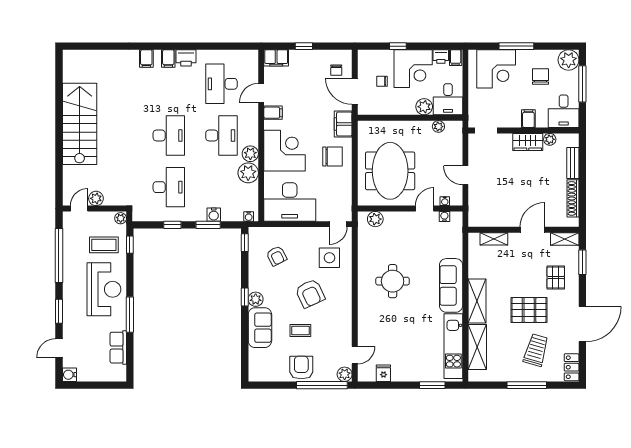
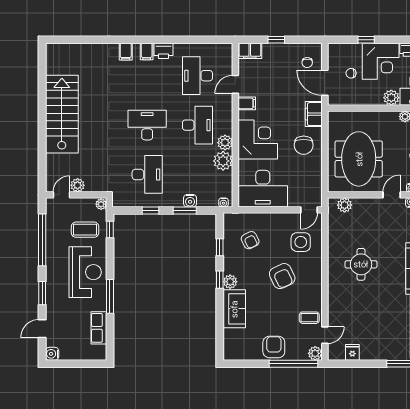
desk: (169, 135) -> (147, 125), turned -90
chair: (332, 156) -> (304, 145), turned 90
window: (245, 243) -> (220, 247), moved
coffee table: (300, 330) -> (309, 318), moved

